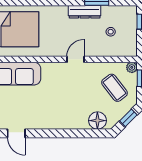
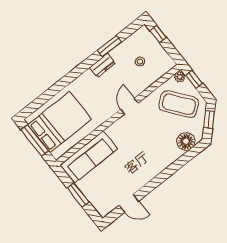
dresser: (85, 12) -> (102, 65), width x0.70
coffee table: (115, 88) -> (179, 104), width x1.36, depth x1.32

